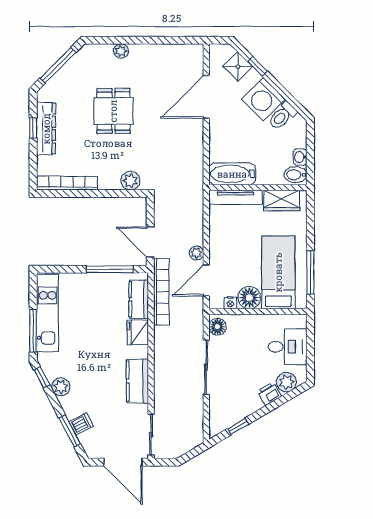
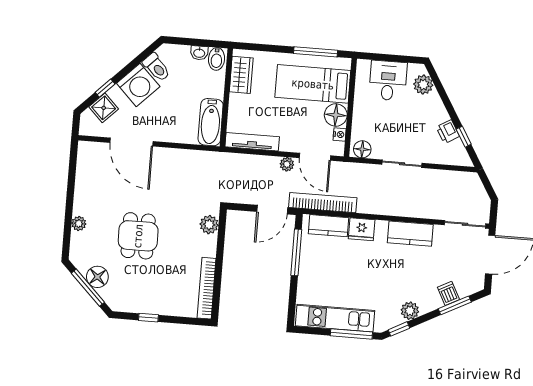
floor lamp: (69, 74) -> (97, 277), added
dining table: (113, 111) -> (138, 236), turned 90
dresser: (46, 129) -> (150, 305), removed
tv unit: (236, 197) -> (252, 142), moved, turned -90
sliding door: (206, 367) -> (402, 164), width x0.73
printer: (269, 394) -> (448, 132), moved

